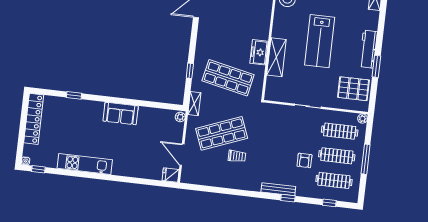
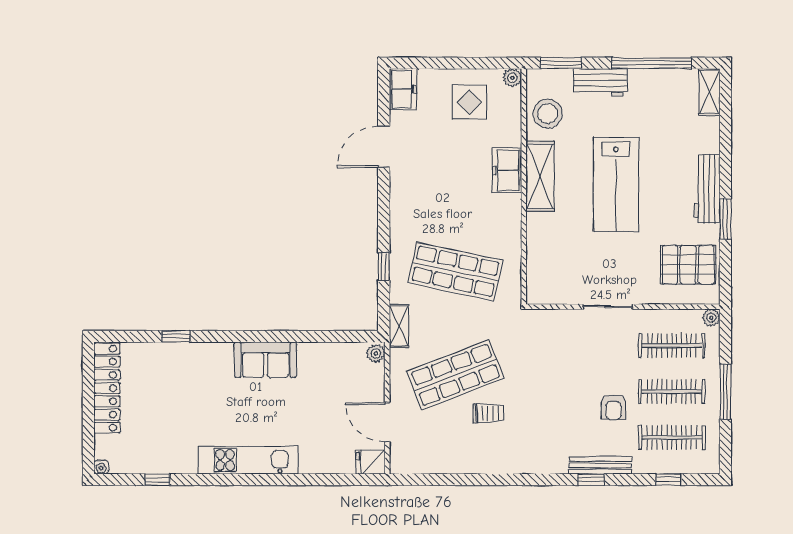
freezer: (259, 52) -> (507, 170), moved
shelving: (276, 57) -> (540, 176), moved
kitchen unit: (85, 164) -> (248, 460), moved
window: (38, 169) -> (157, 480), moved
bench: (278, 189) -> (600, 465), moved

